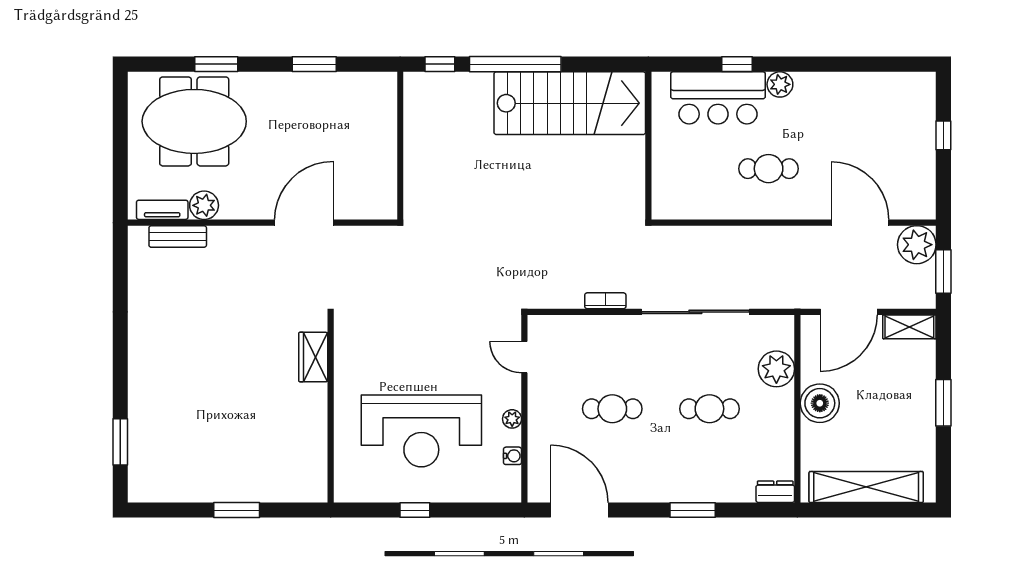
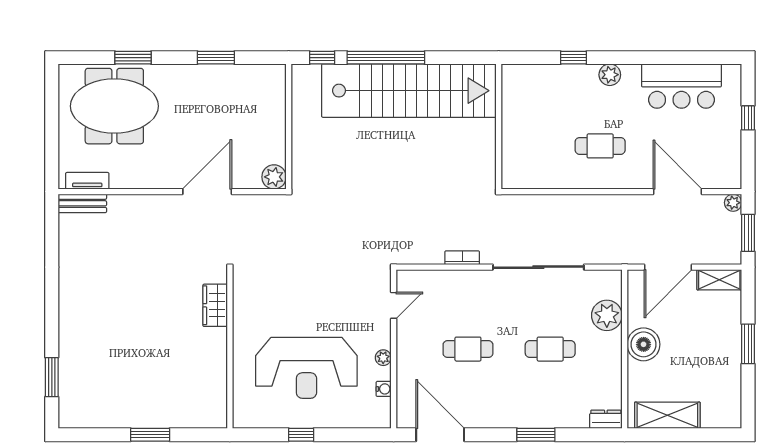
bar counter: (718, 98) -> (681, 86), moved
stairs: (570, 103) -> (409, 91), width x1.36
plant: (204, 205) -> (274, 177), moved
bench: (178, 236) -> (82, 203), moved
plant: (917, 245) -> (733, 203), width x0.53, depth x0.53
door: (524, 357) -> (394, 305), swing flipped
shelving: (866, 487) -> (667, 415), width x0.68

